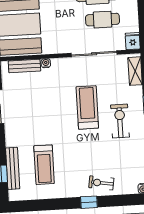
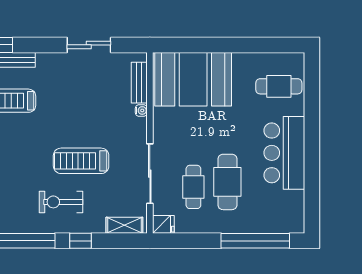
treadmill: (87, 107) -> (81, 161), turned 180
exercise bike: (120, 121) -> (61, 202), turned 180

